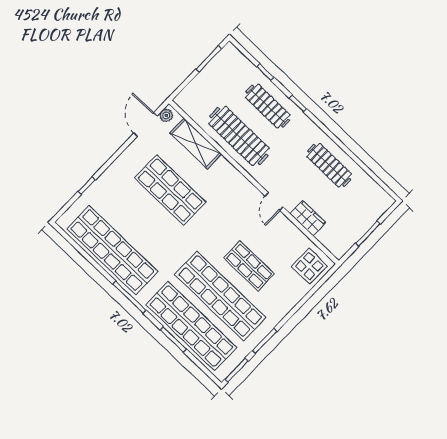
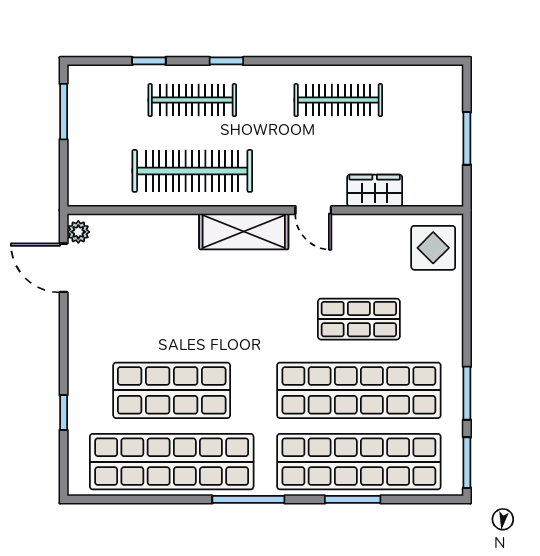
shelving: (196, 144) -> (244, 231), moved
shop shelf: (170, 190) -> (172, 390), moved

